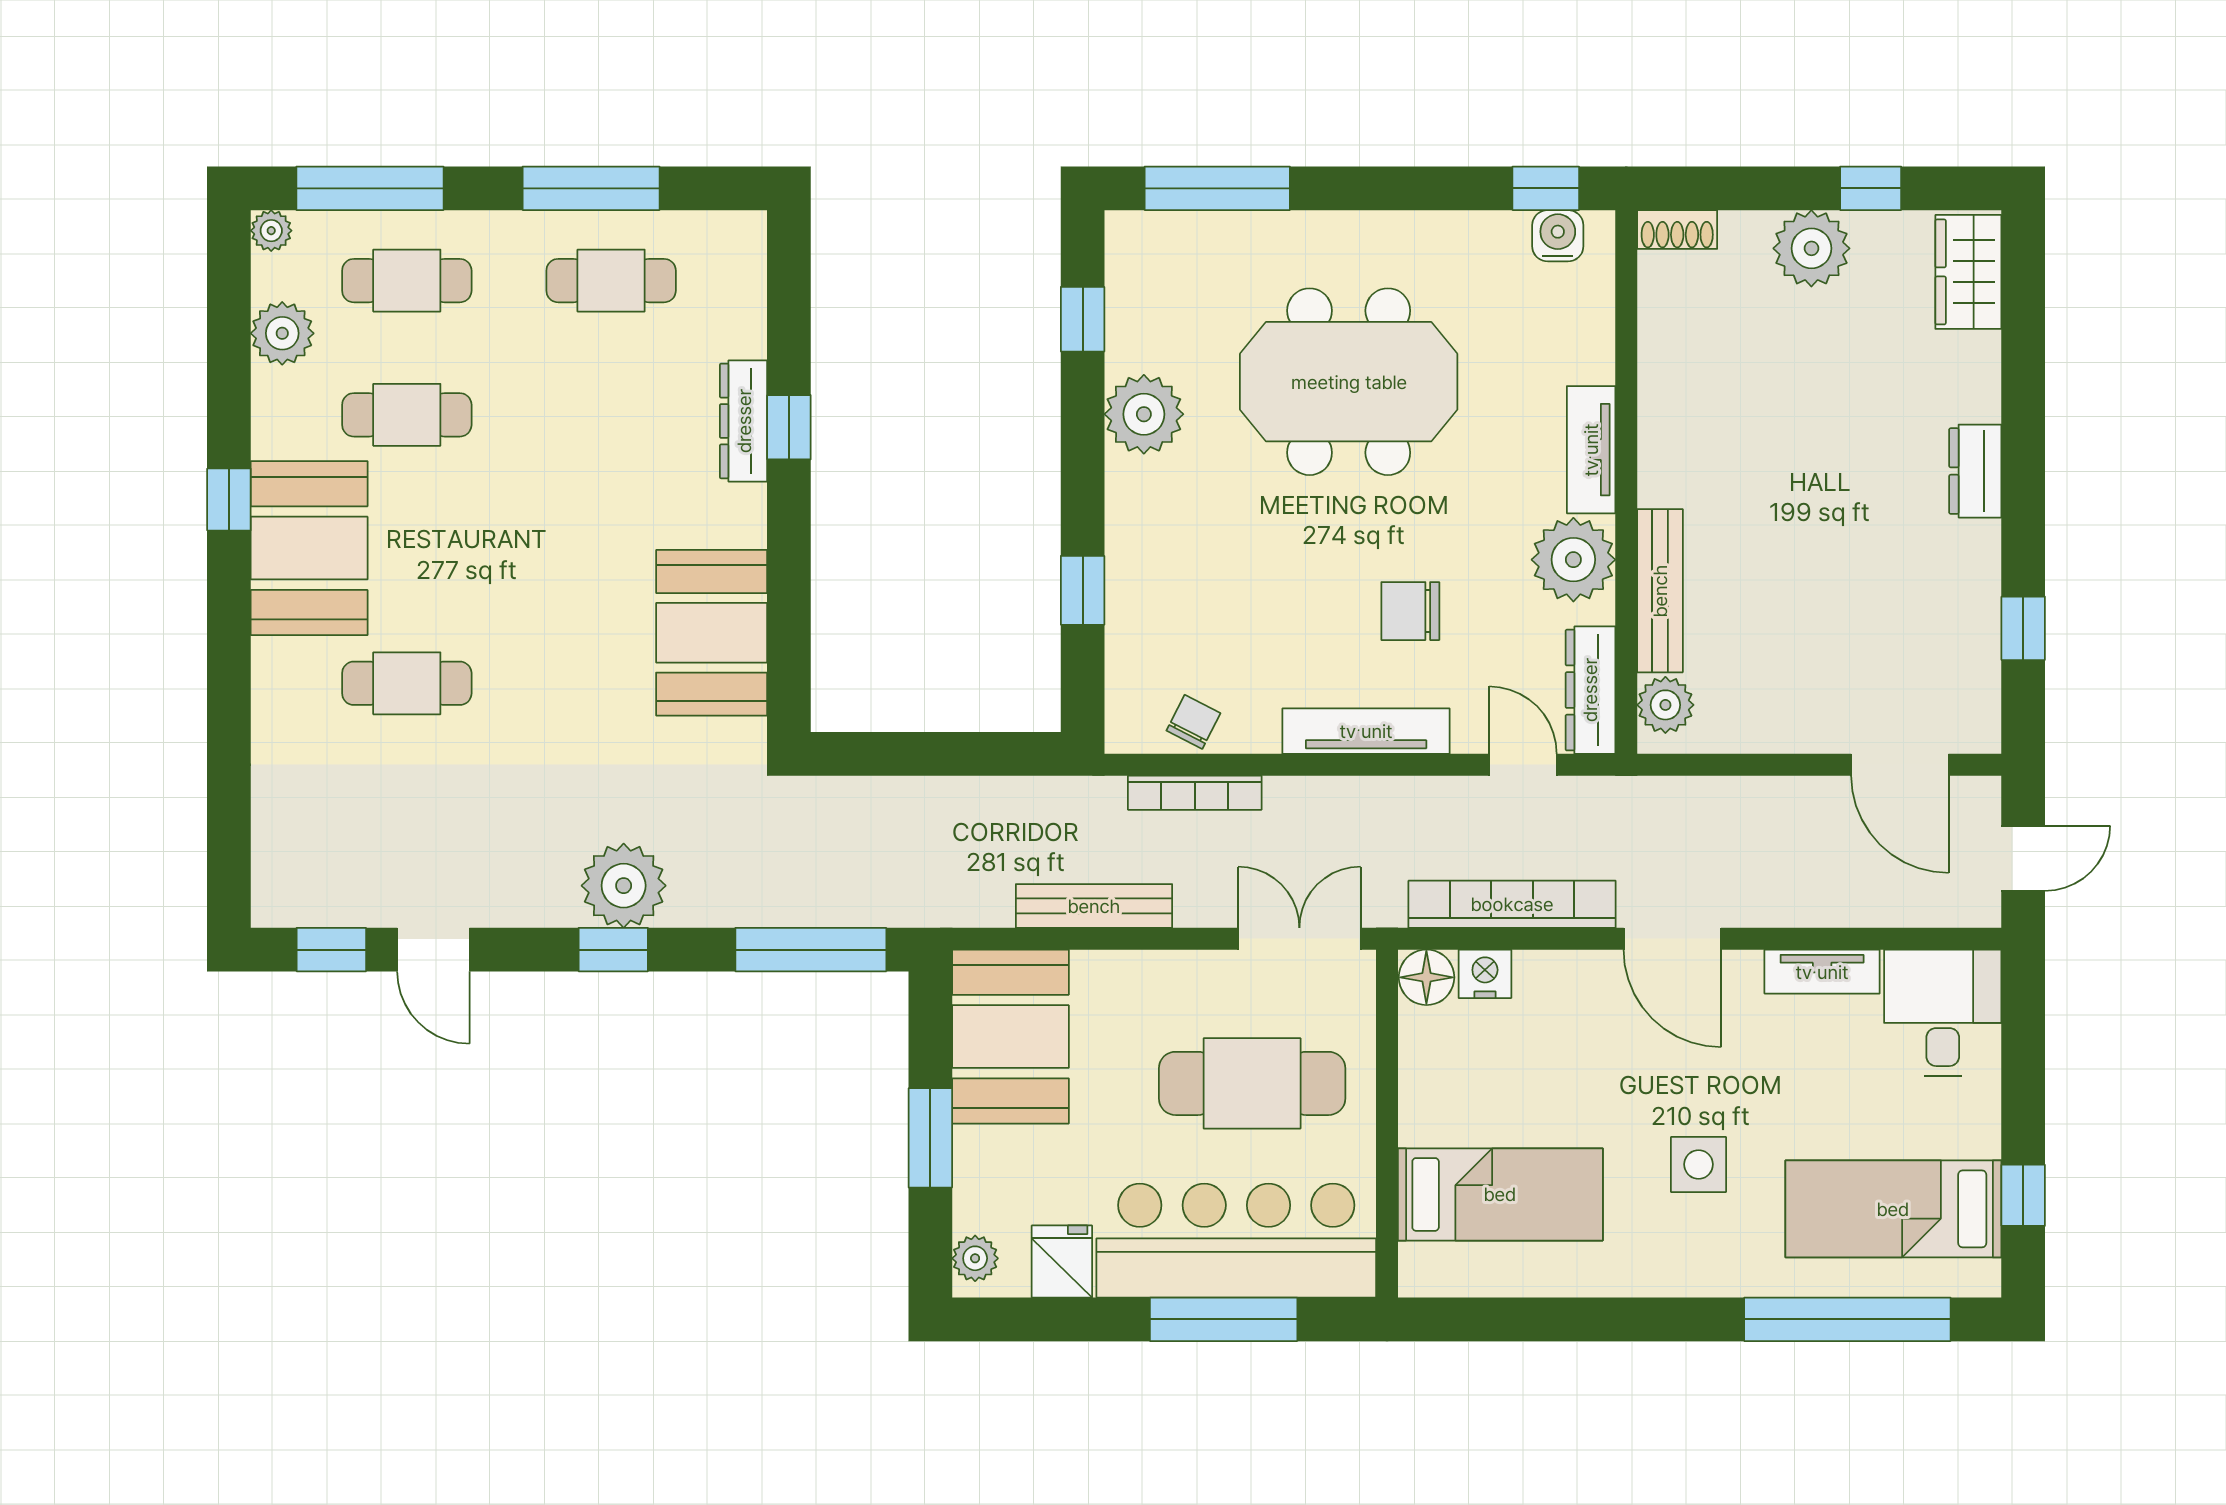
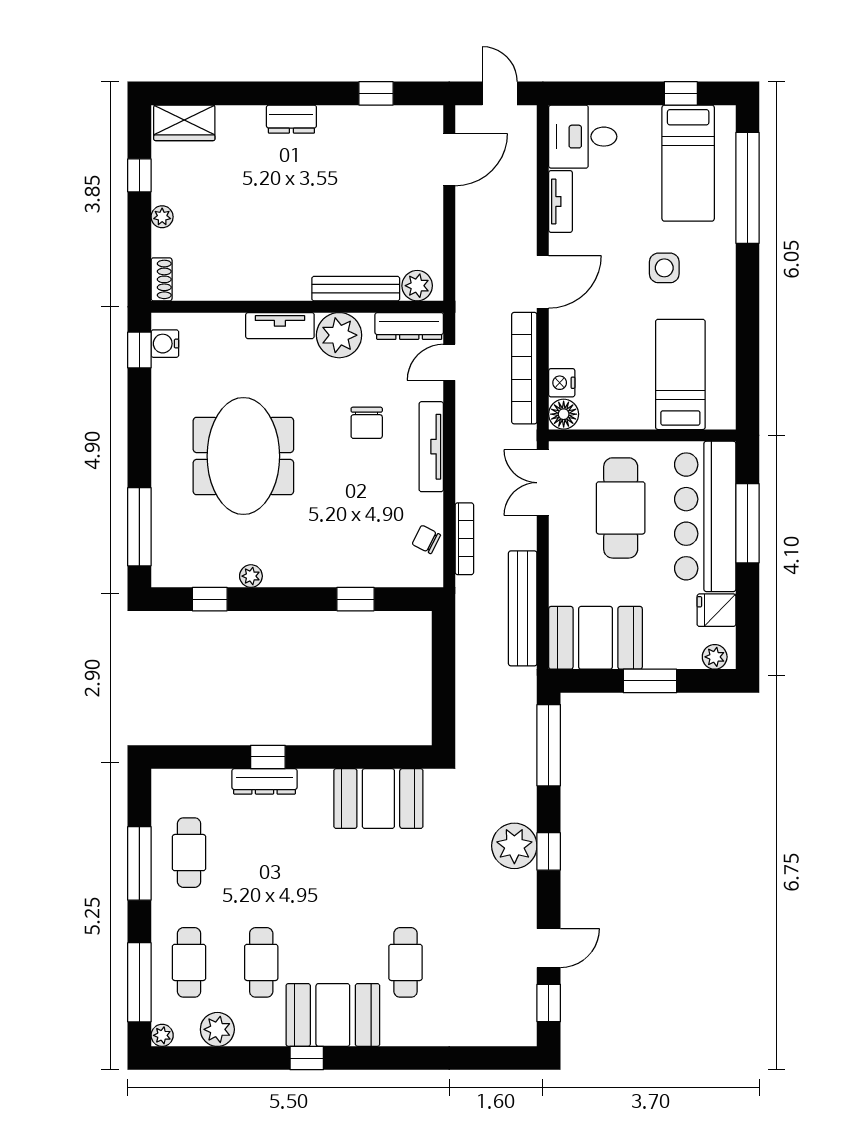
plant: (1811, 248) -> (162, 217), width x0.53, depth x0.53
plant: (1144, 414) -> (251, 576), width x0.53, depth x0.53
bench: (1094, 906) -> (523, 608), width x1.37, depth x1.21

